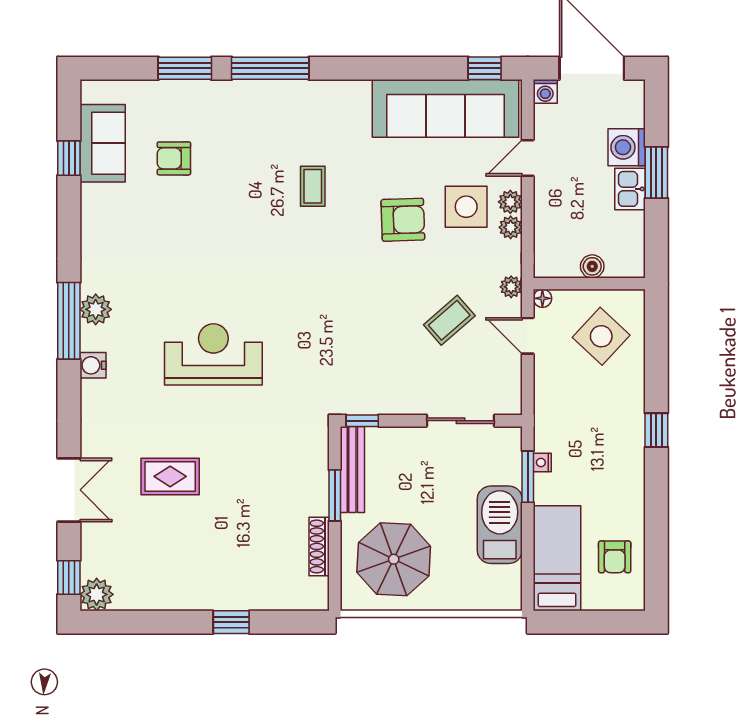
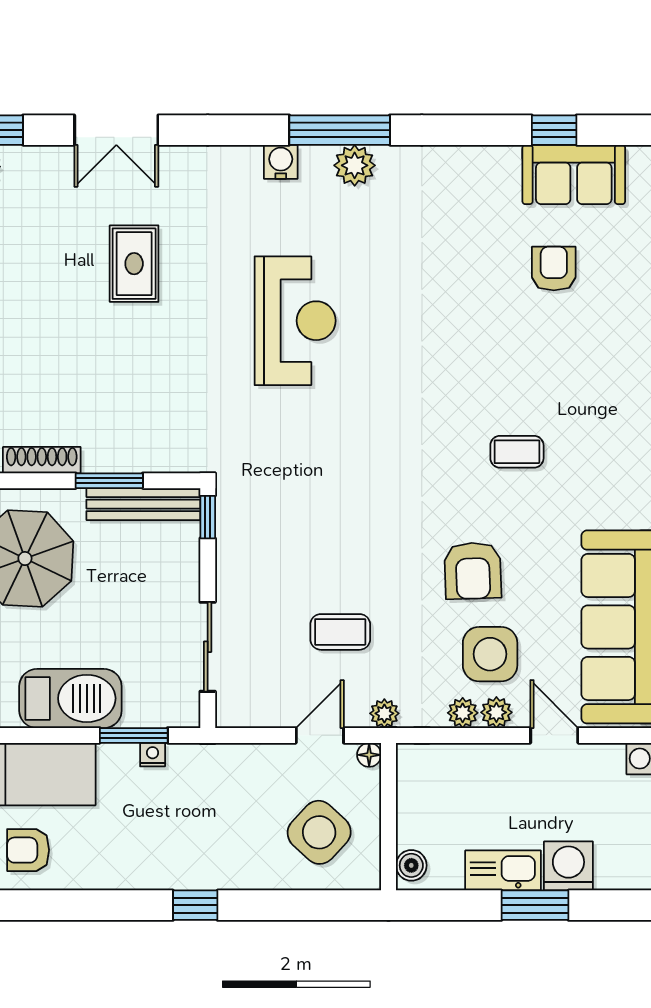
kitchen sink: (630, 189) -> (503, 870), width x1.38
boiler: (592, 266) -> (411, 865), moved
coffee table: (449, 320) -> (340, 632), turned -49

